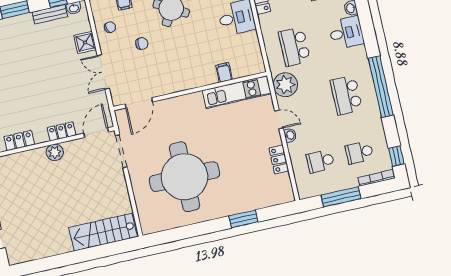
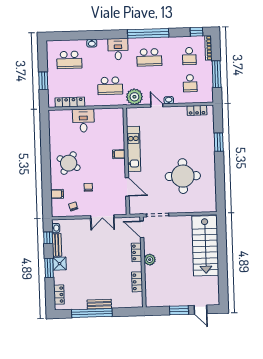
desk: (346, 33) -> (118, 49), moved
shower: (85, 42) -> (60, 264), moved
filing cabinet: (224, 72) -> (119, 154), moved
kitchen unit: (237, 92) -> (134, 149), moved
door: (139, 103) -> (127, 187), moved
door: (279, 119) -> (157, 105), hinge flipped
locker: (279, 160) -> (197, 110), moved
round table: (185, 177) -> (183, 176), width x0.73, depth x0.73
stairs: (103, 232) -> (205, 246), width x1.36, depth x1.51

